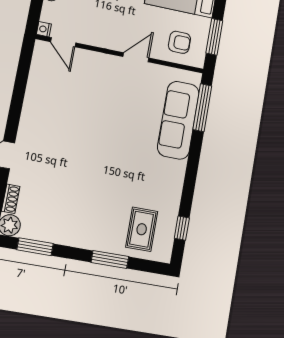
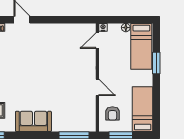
sofa: (178, 120) -> (33, 121), moved, width x0.73

